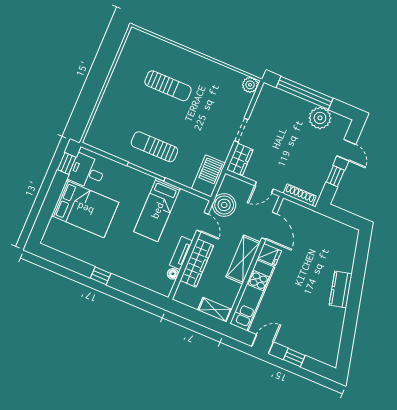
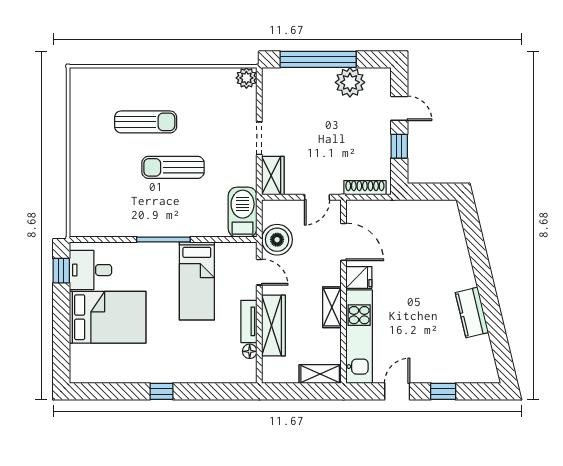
sun lounger: (154, 147) -> (173, 167), moved
shelving: (243, 259) -> (332, 307), width x0.67, depth x0.75
kitchen counter: (341, 289) -> (472, 313), moved

